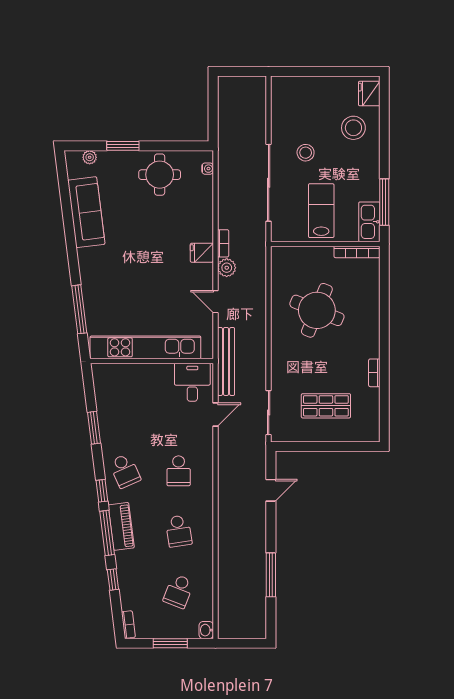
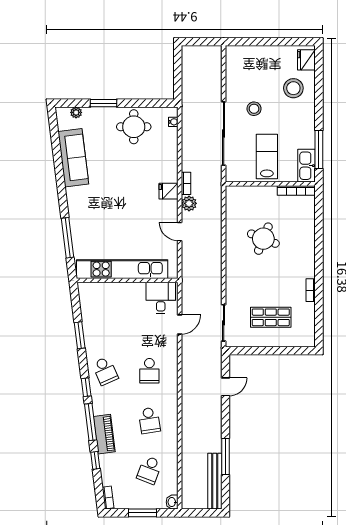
round table: (317, 310) -> (263, 239), width x0.73, depth x0.73
bench: (226, 361) -> (215, 481), moved
piano: (121, 526) -> (104, 434), moved

